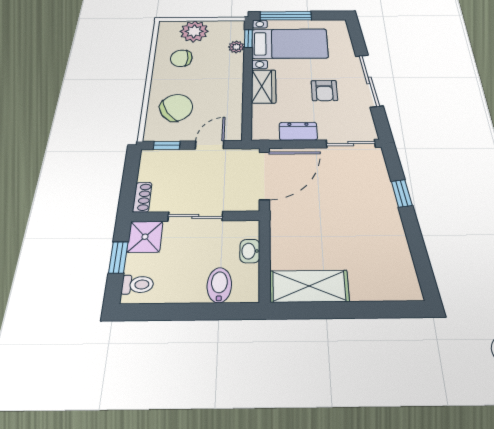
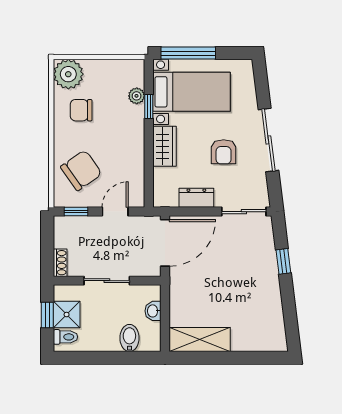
plant: (194, 31) -> (68, 74), moved
window: (248, 39) -> (149, 106), moved
shower: (145, 237) -> (67, 315), moved

